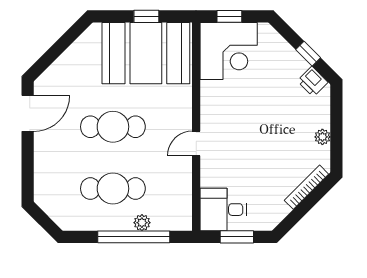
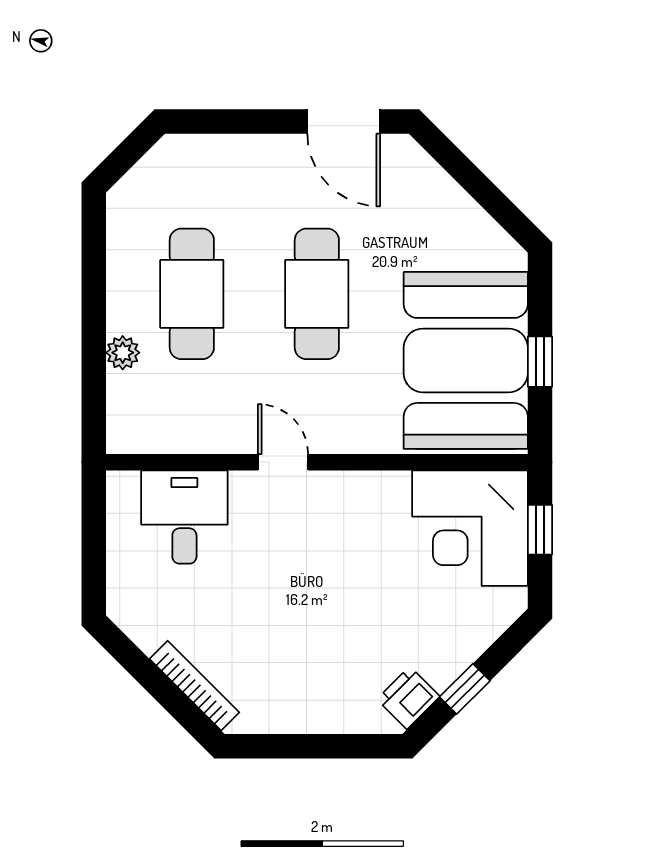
plant: (322, 137) -> (296, 718), removed
desk: (223, 210) -> (184, 517), moved
window: (134, 237) -> (94, 336), removed
window: (237, 237) -> (94, 545), removed

